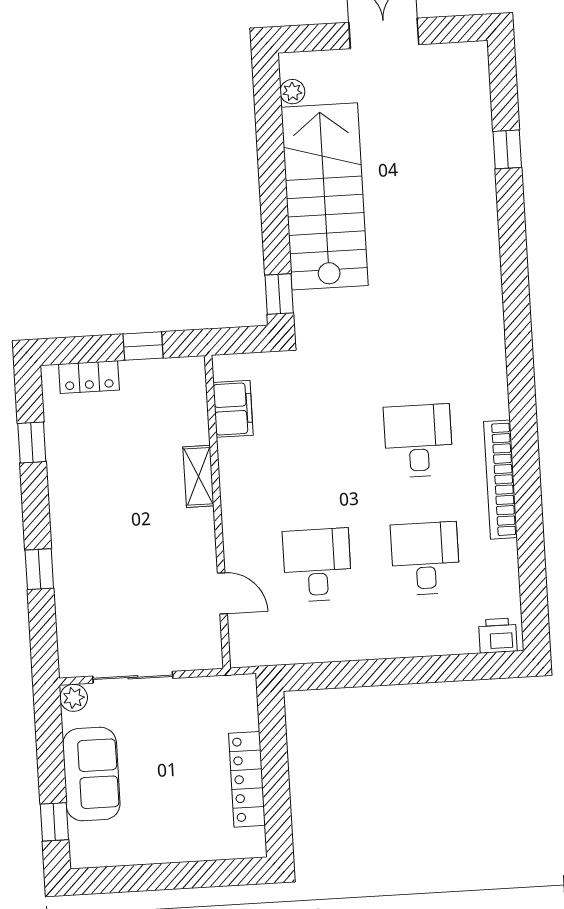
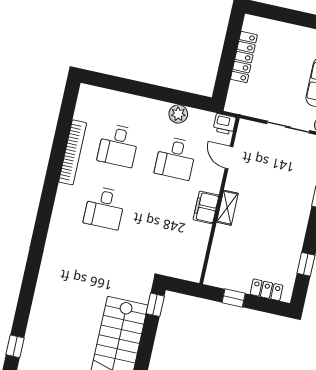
filing cabinet: (233, 409) -> (206, 207), moved
shelving: (198, 476) -> (227, 208), moved
bookcase: (500, 480) -> (73, 152), moved
printer: (498, 636) -> (224, 124), moved
plant: (335, 645) -> (178, 114), added

